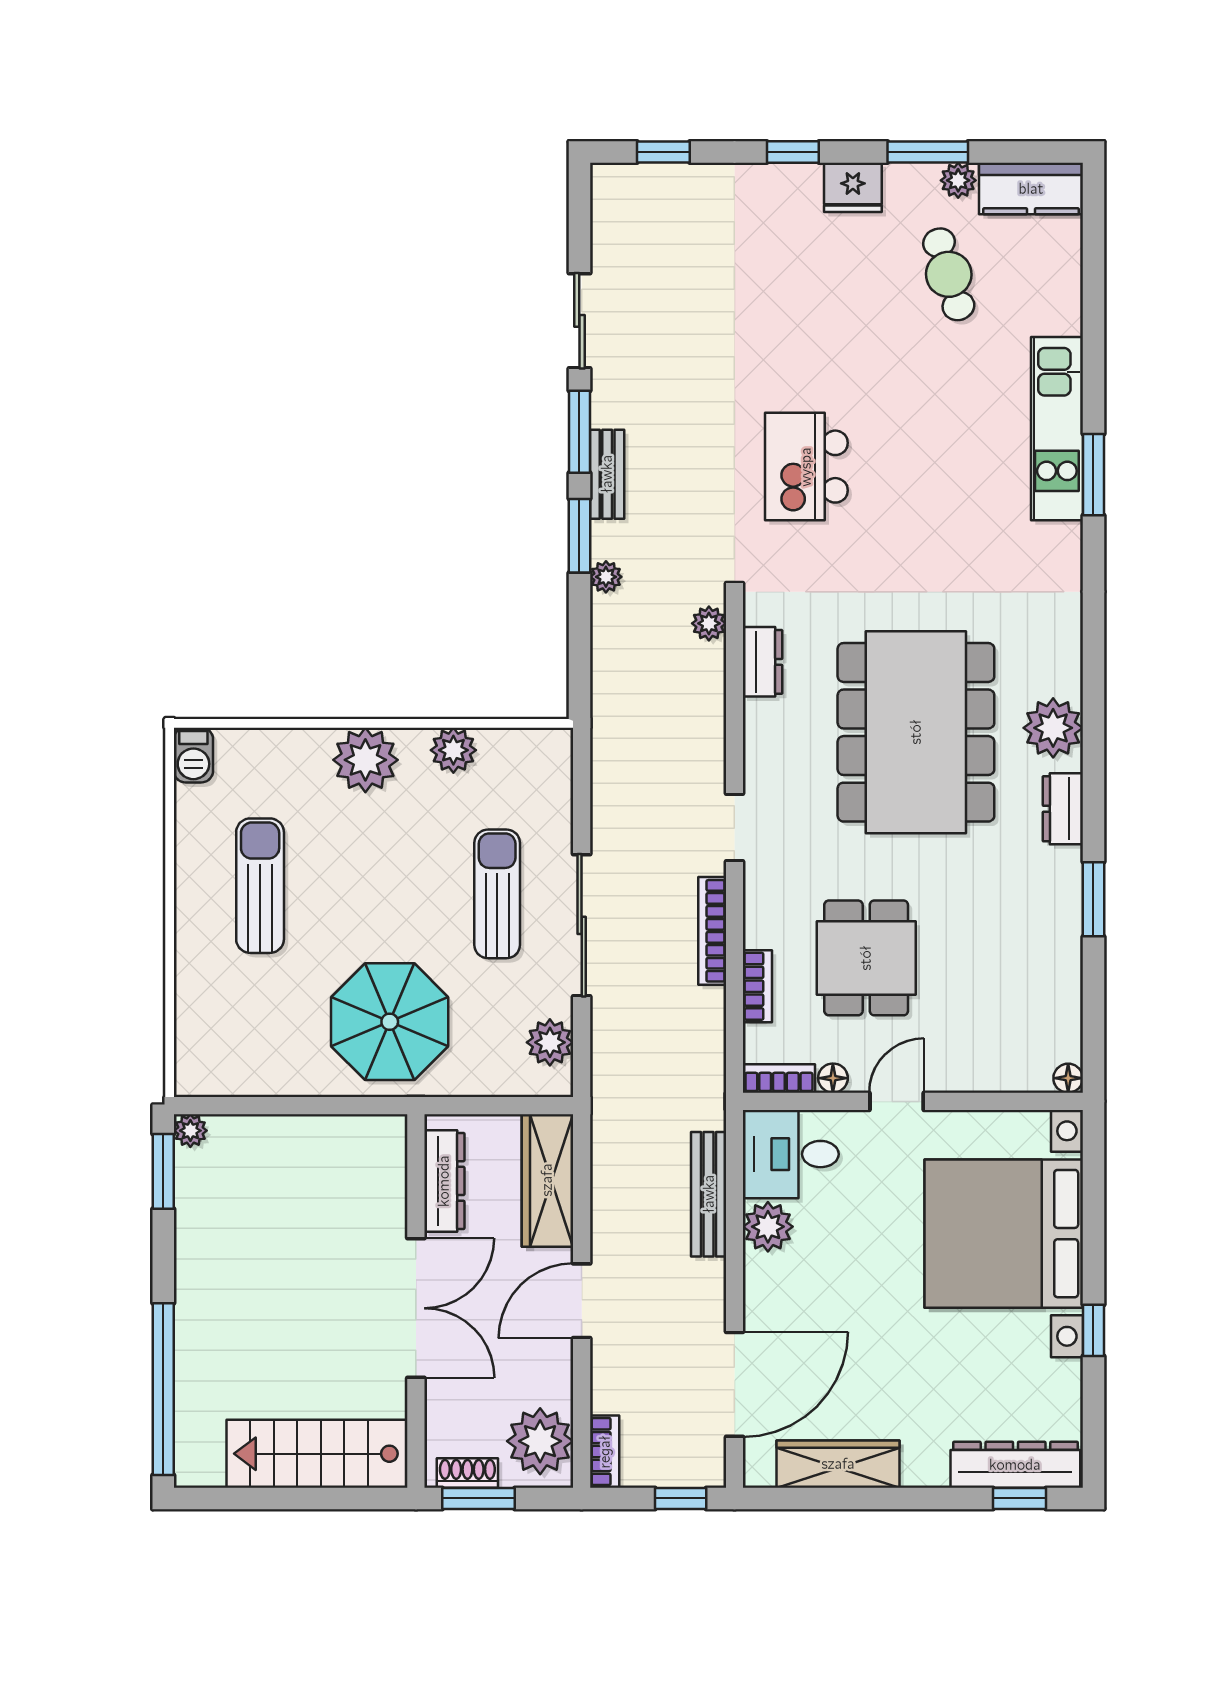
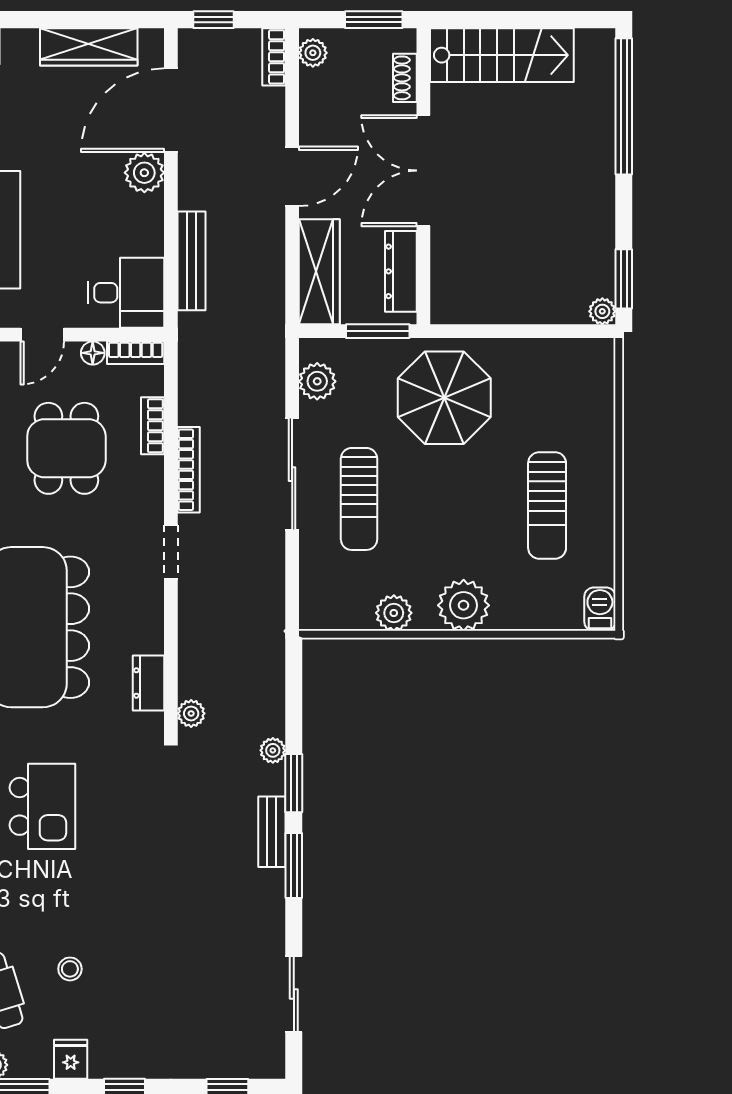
fridge: (853, 187) -> (71, 1059), width x0.72
stool: (862, 301) -> (70, 969), added
sliding door: (579, 321) -> (294, 994), moved
kitchen island: (806, 467) -> (42, 806), moved
window: (474, 1106) -> (378, 331), added
plant: (768, 1227) -> (144, 173), moved
plant: (540, 1441) -> (313, 53), width x0.53, depth x0.53
shoe rack: (467, 1473) -> (405, 78), moved, turned 90

